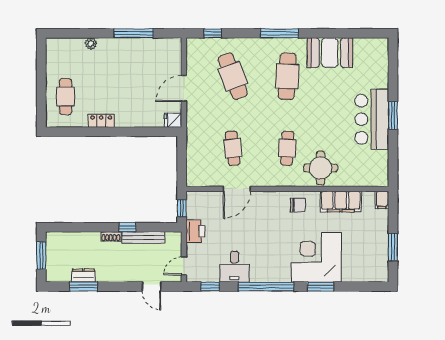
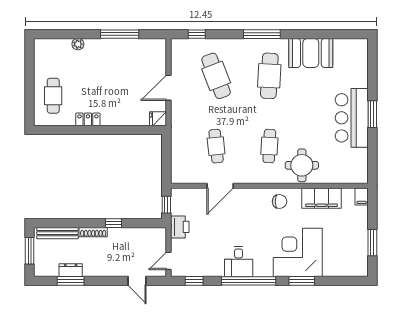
shoe rack: (111, 236) -> (93, 232), width x1.43
bench: (143, 237) -> (57, 233), moved
desk: (235, 267) -> (239, 262), moved

